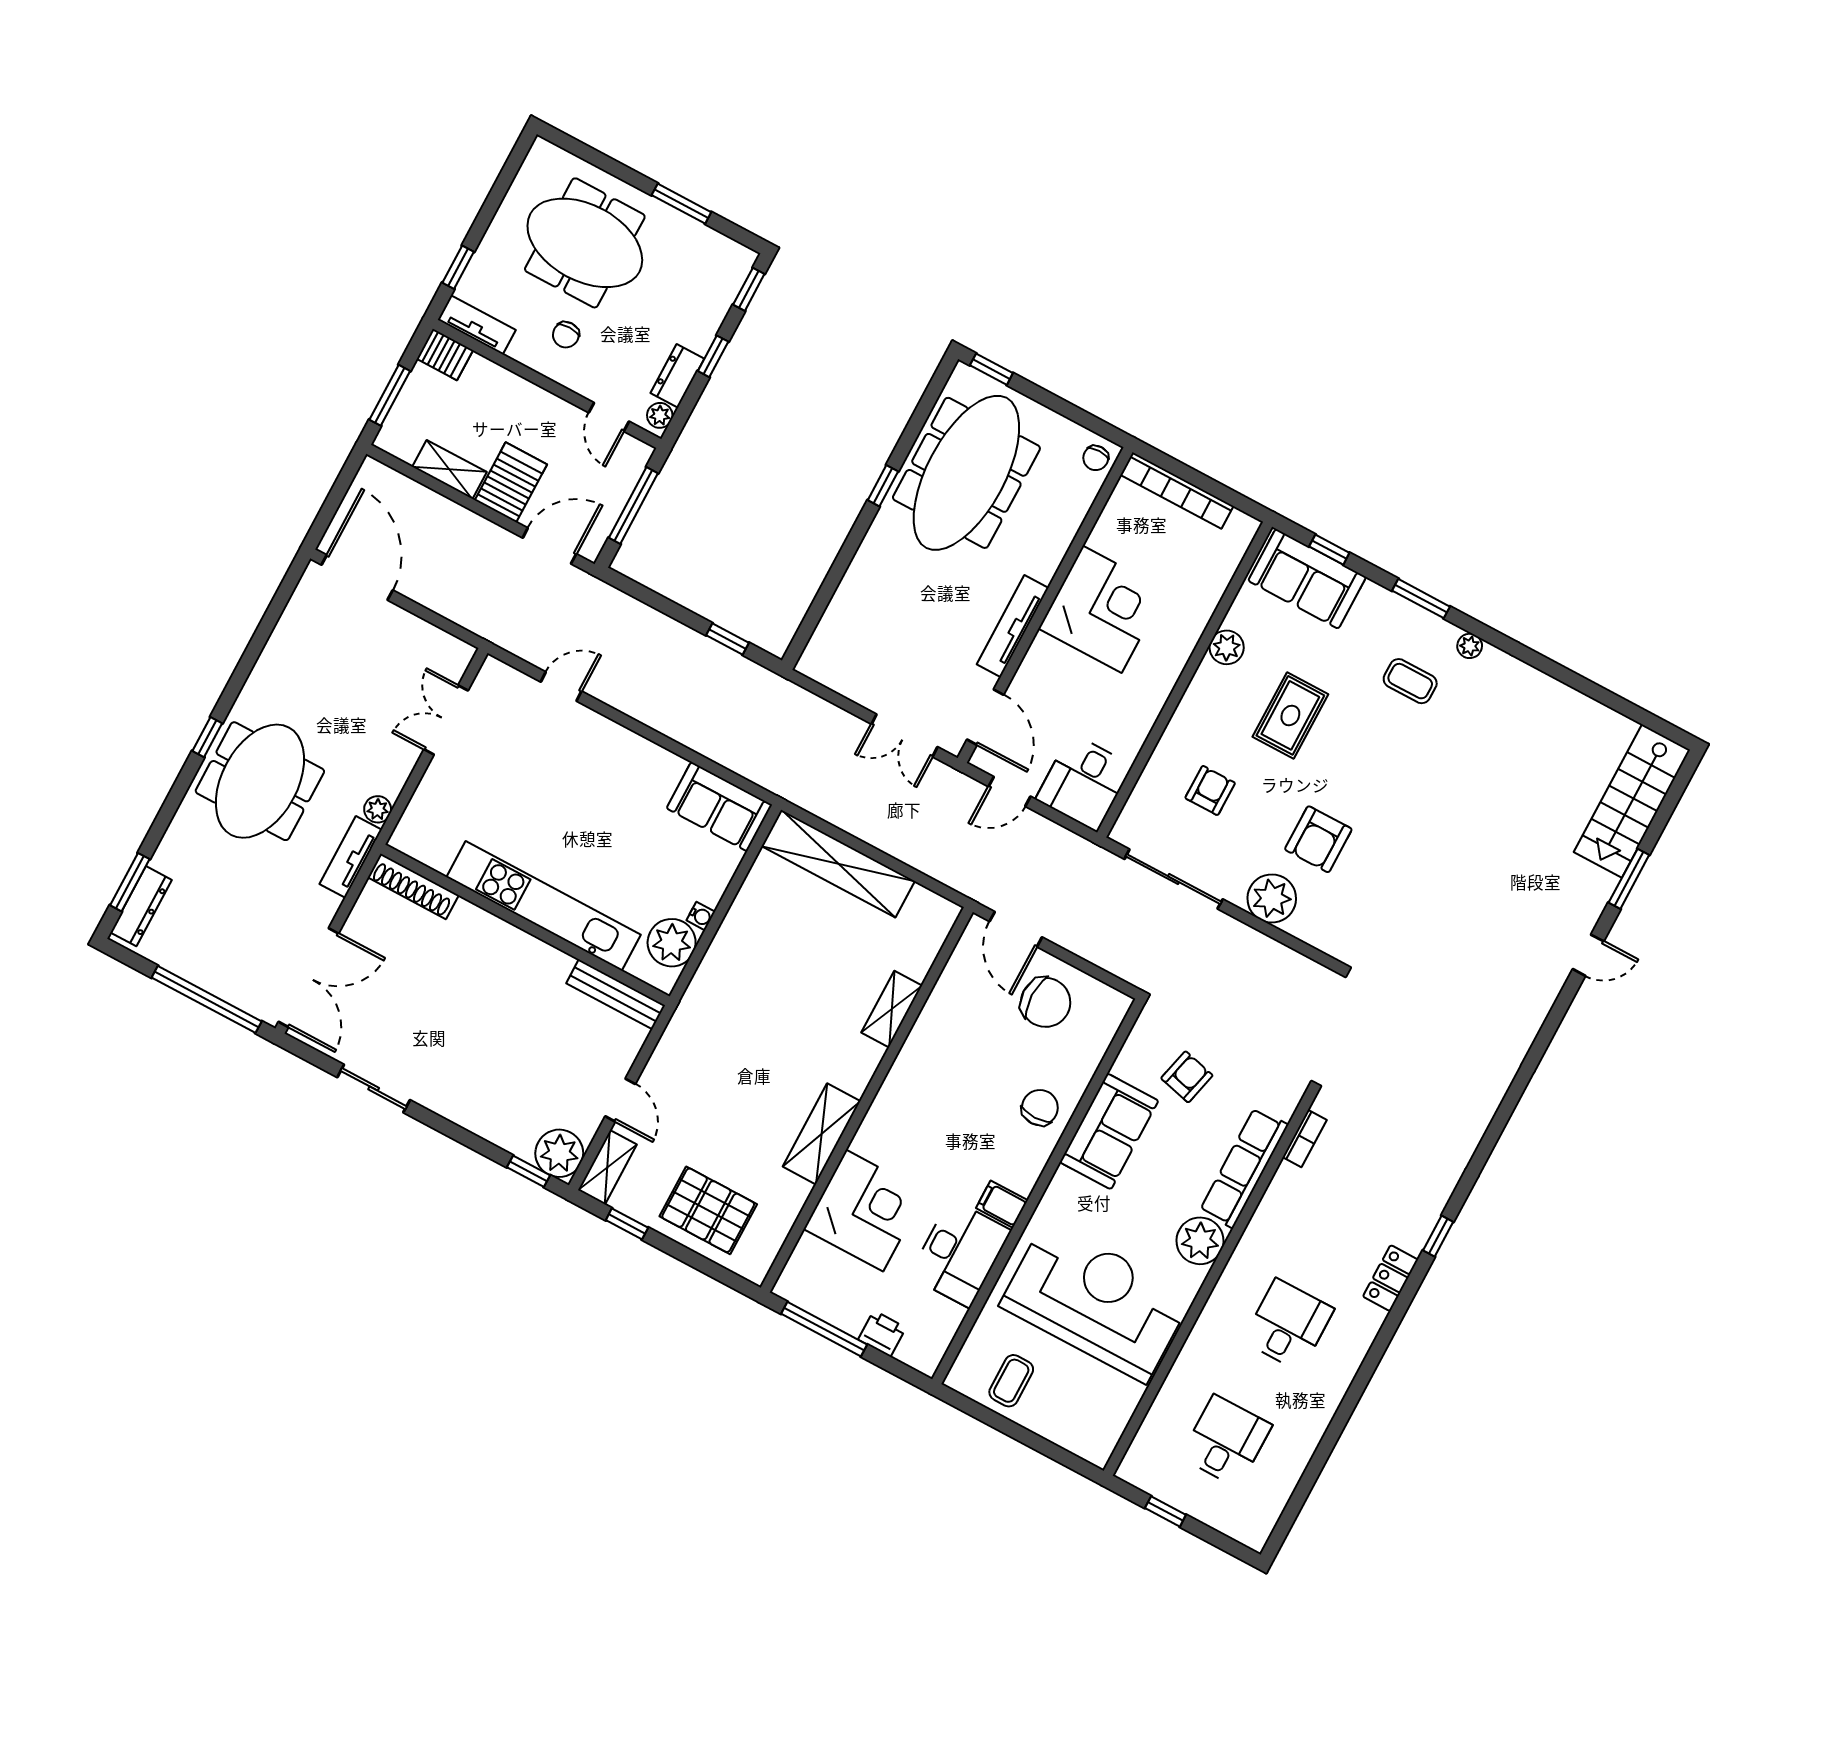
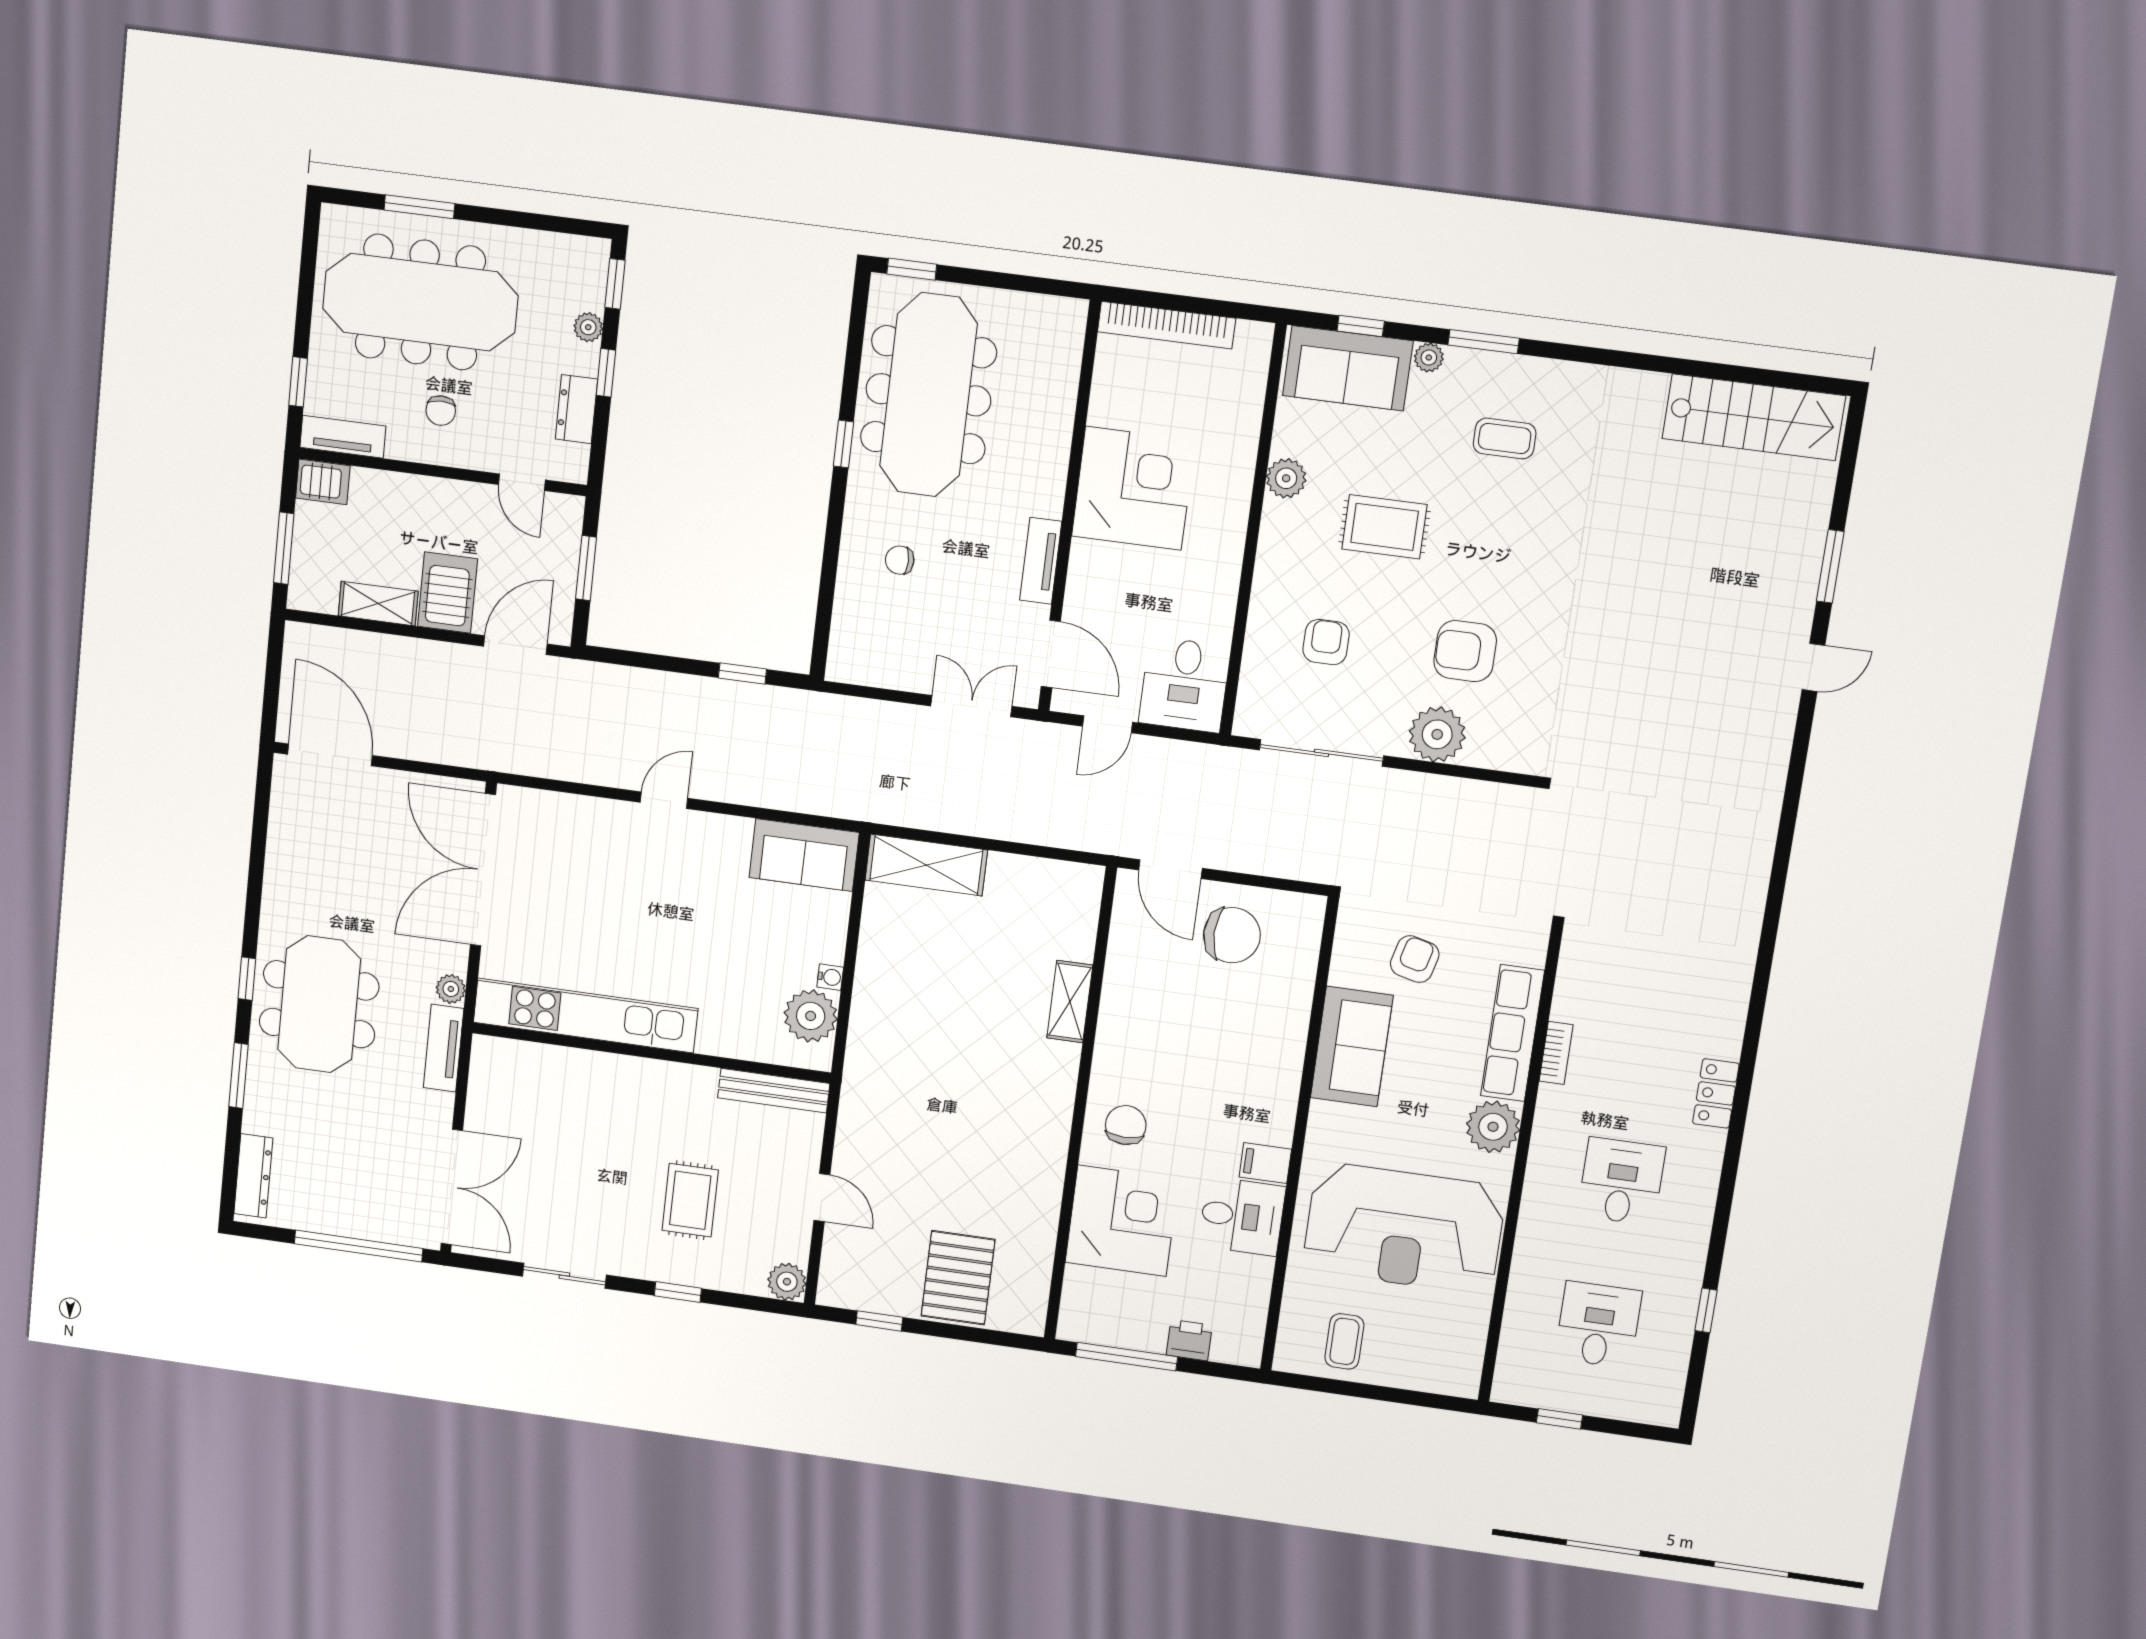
window: (681, 204) -> (419, 207), moved
meeting table: (585, 243) -> (420, 302), width x1.36
plant: (660, 415) -> (588, 327), moved
chair: (1096, 458) -> (900, 560), moved, turned 90
window: (633, 506) -> (586, 568), width x0.69
tv unit: (1013, 626) -> (1041, 561), width x0.71
plant: (1470, 646) -> (1429, 358), moved
door: (561, 686) -> (664, 800), moved
rug: (1290, 715) -> (1385, 527), turned 90
double door: (446, 720) -> (483, 870), width x1.87
double door: (904, 735) -> (971, 706), swing flipped
stairs: (1632, 801) -> (1754, 417), moved, turned -90
armchair: (1318, 839) -> (1465, 651), turned 90
shelving: (838, 864) -> (926, 865), width x0.68
window: (130, 882) -> (239, 1076), moved
shoe rack: (413, 886) -> (520, 1055), removed
kitchen unit: (544, 906) -> (585, 1015), moved
rug: (508, 1062) -> (690, 1200), added
chair: (1040, 1108) -> (1126, 1125), moved
shelving: (822, 1134) -> (1046, 1158), removed
bookcase: (1305, 1139) -> (1556, 1053), moved
plant: (559, 1153) -> (787, 1282), width x0.73, depth x0.73
shelving: (607, 1167) -> (836, 1271), removed
window: (528, 1171) -> (678, 1292), moved
pallet: (708, 1210) -> (958, 1278), turned 90
window: (1438, 1236) -> (1706, 1310), moved
desk: (960, 1253) -> (1242, 1216), width x0.73
reception desk: (1096, 1301) -> (1404, 1228), turned 180

